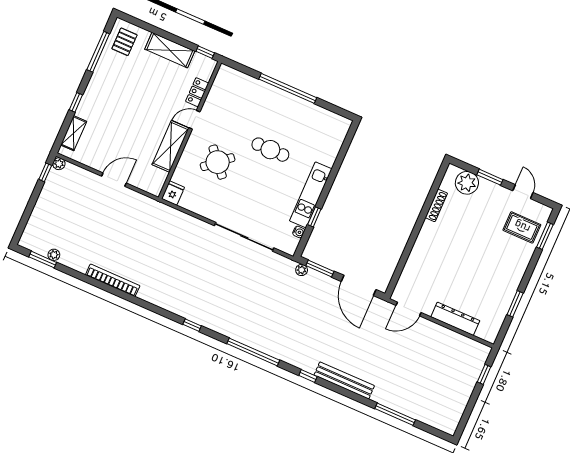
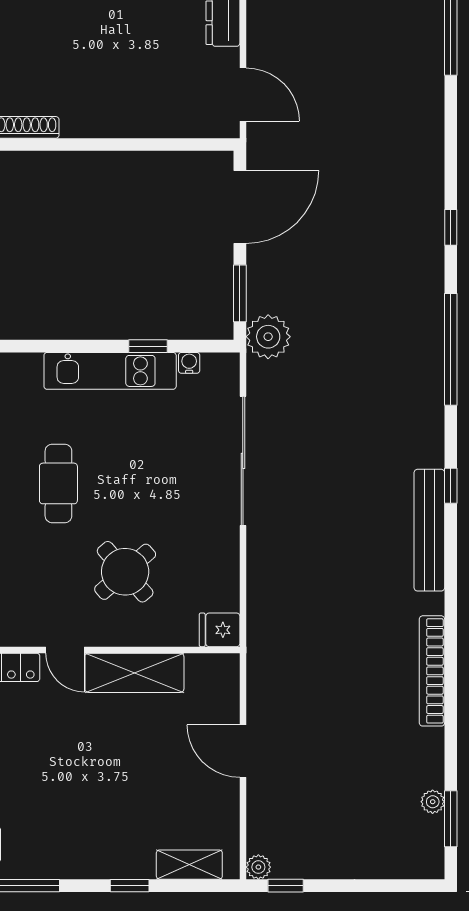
plant: (302, 270) -> (268, 337), width x1.88, depth x1.88
bench: (344, 380) -> (429, 530), moved

